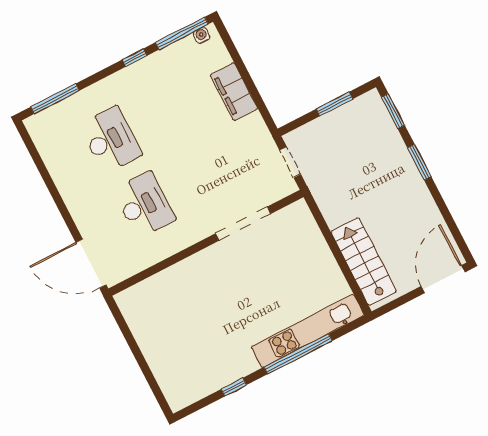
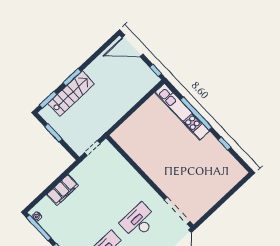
doorway: (243, 224) -> (177, 211), moved
stairs: (364, 261) -> (71, 94), moved, turned 180
window: (390, 306) -> (156, 70), added

